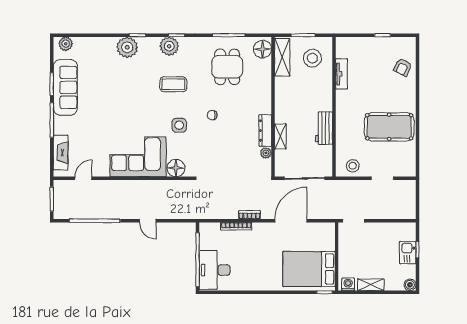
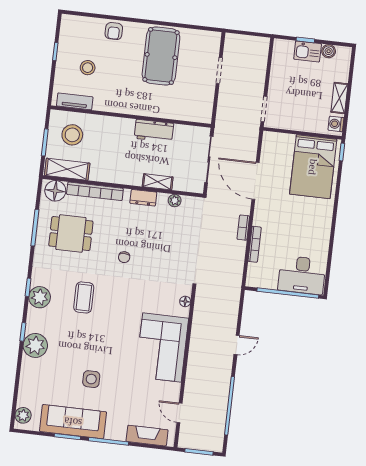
armchair: (403, 67) -> (114, 31), moved, turned 63
tv unit: (341, 74) -> (75, 101), moved
bookcase: (266, 83) -> (95, 191), added
side table: (179, 125) -> (91, 379), moved
dresser: (265, 131) -> (143, 198), width x0.70
stool: (353, 166) -> (88, 68), moved
floor lamp: (176, 168) -> (185, 301), width x0.53, depth x0.53
boiler: (410, 285) -> (329, 51), moved

